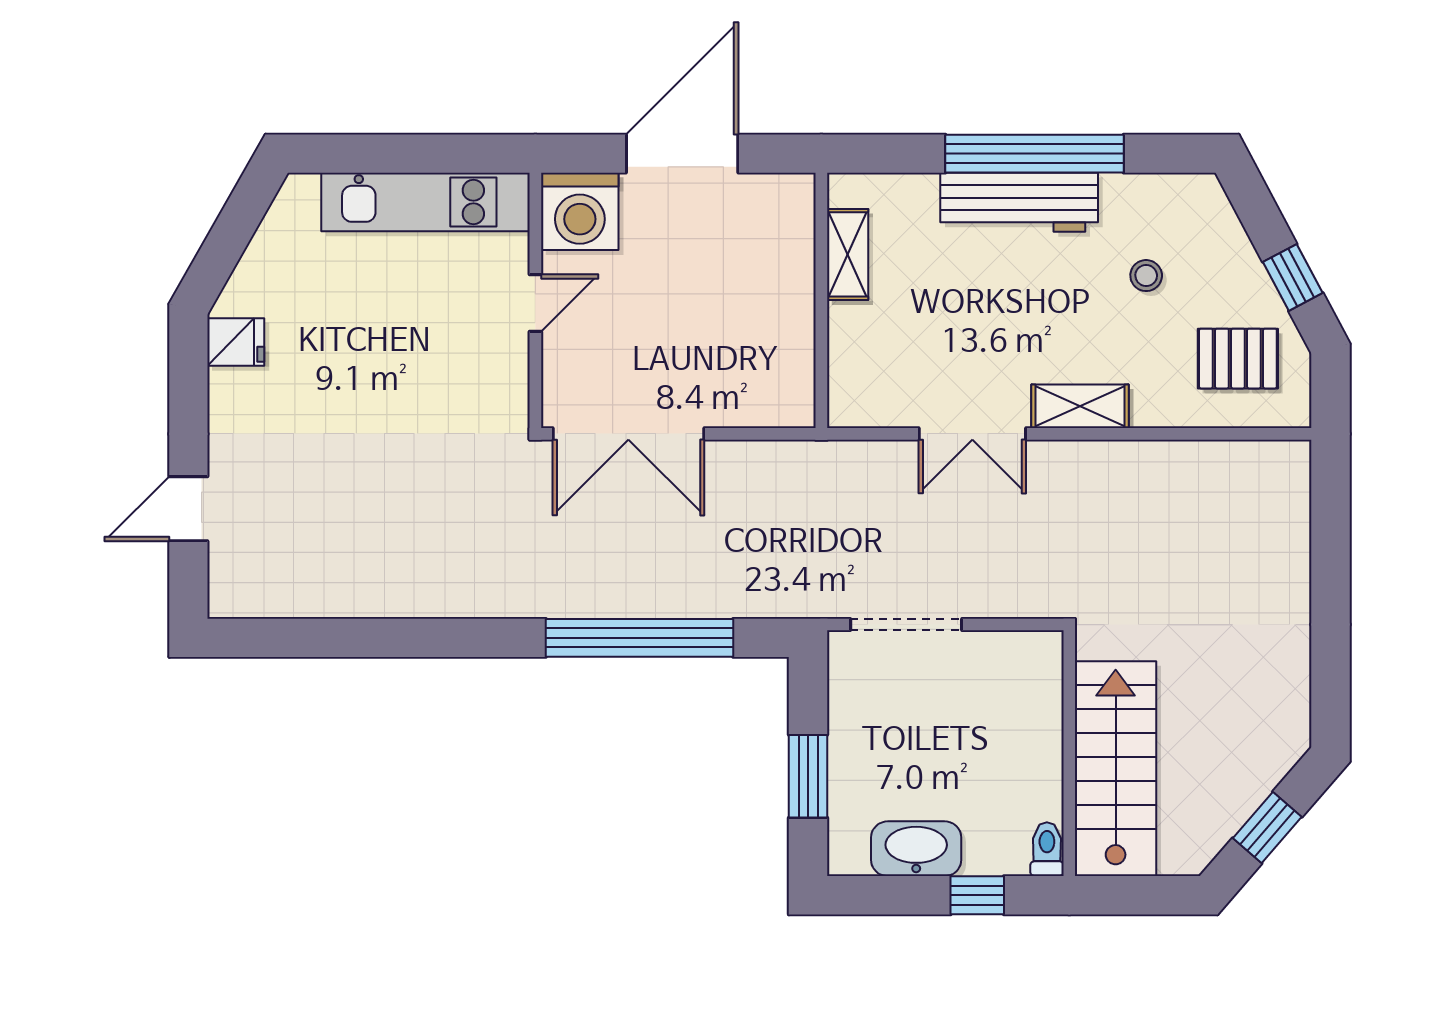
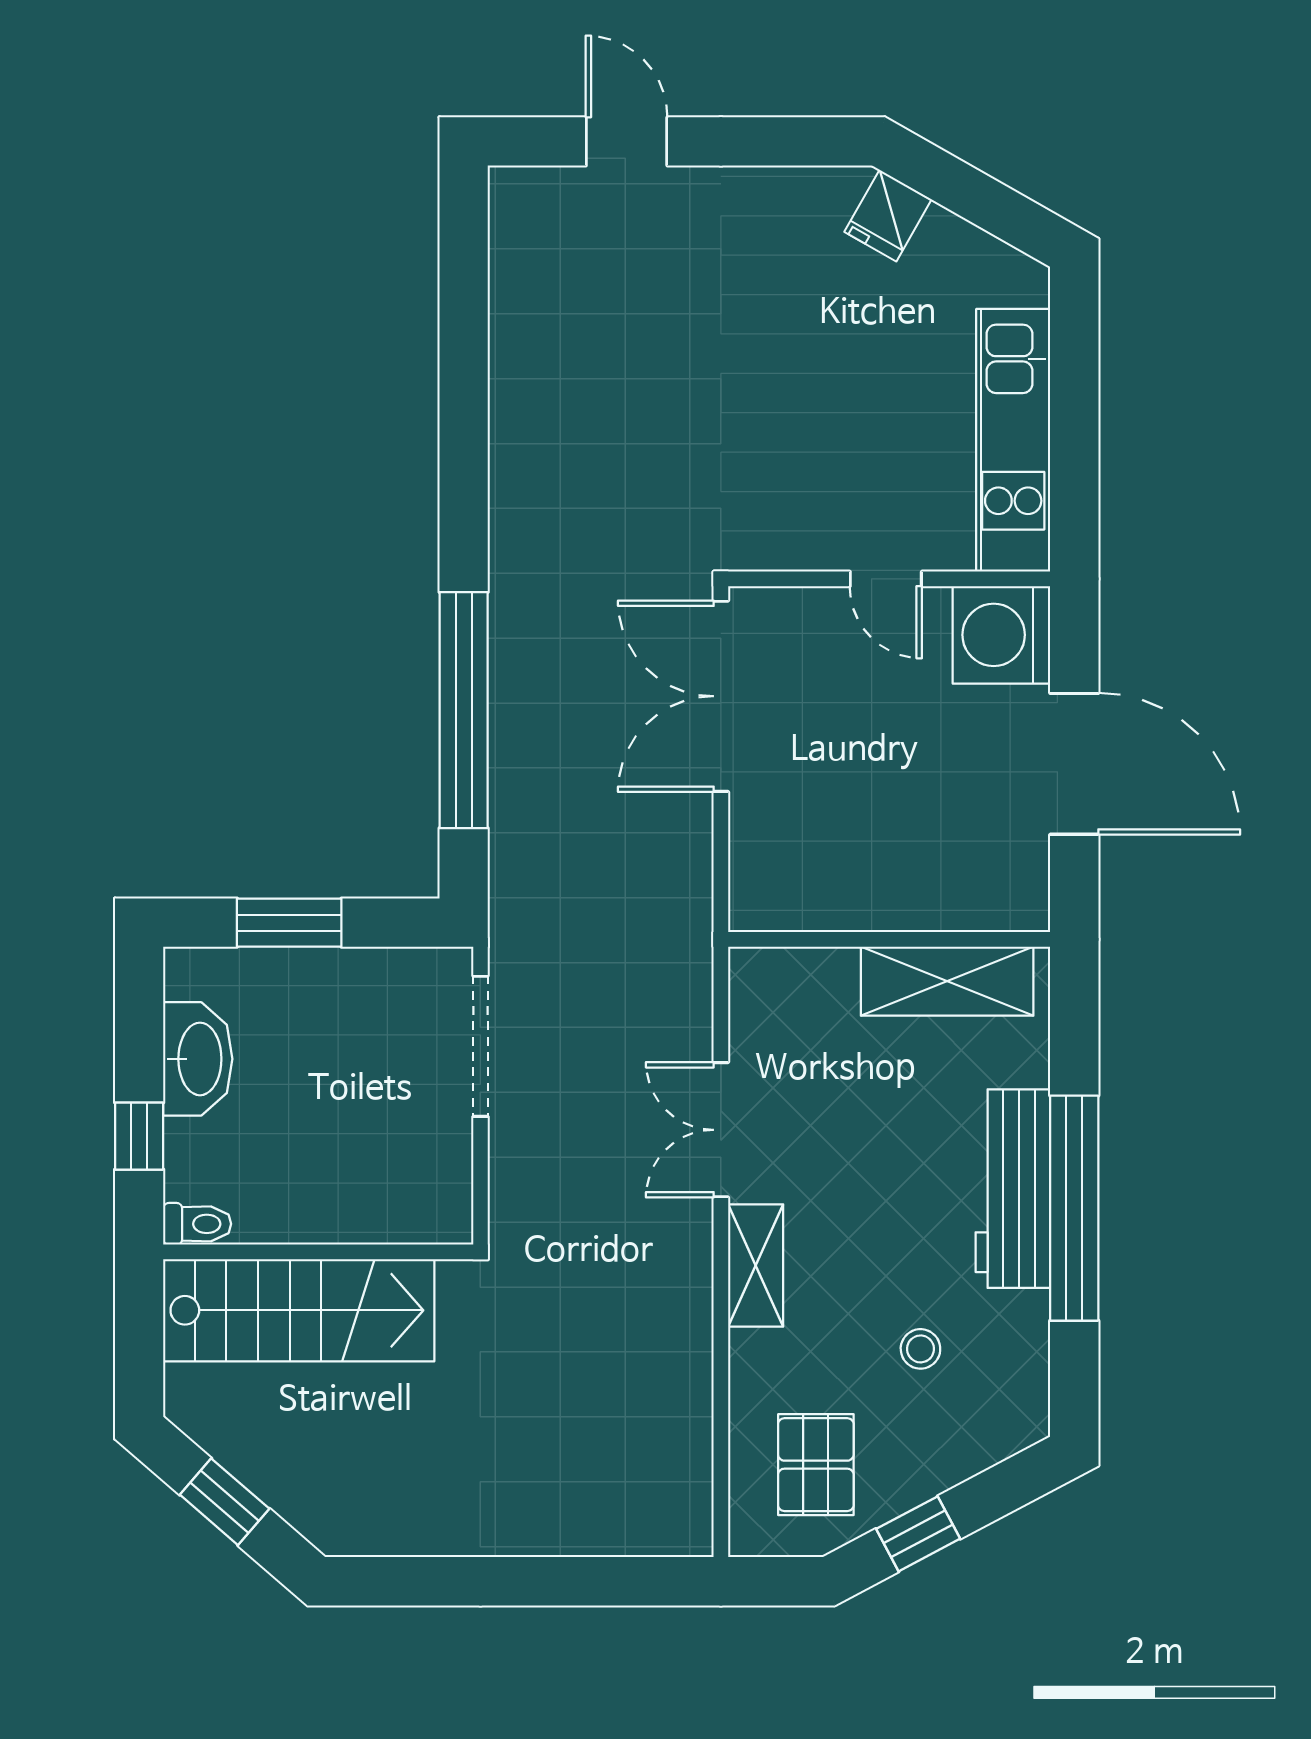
shelving: (848, 254) -> (947, 981), width x1.50, depth x1.33
fridge: (236, 342) -> (888, 216), moved, turned 30

